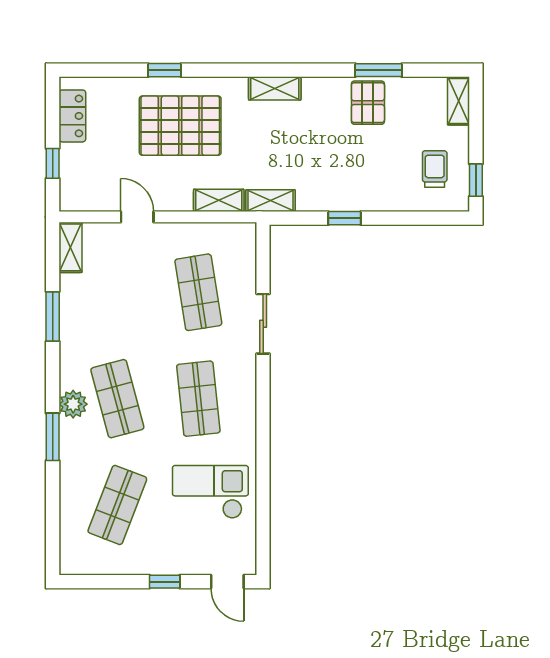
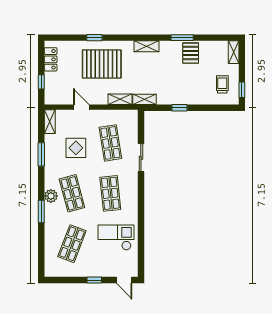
window: (379, 70) -> (182, 38), moved
display table: (126, 303) -> (76, 148), added

